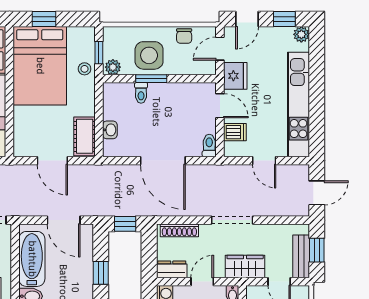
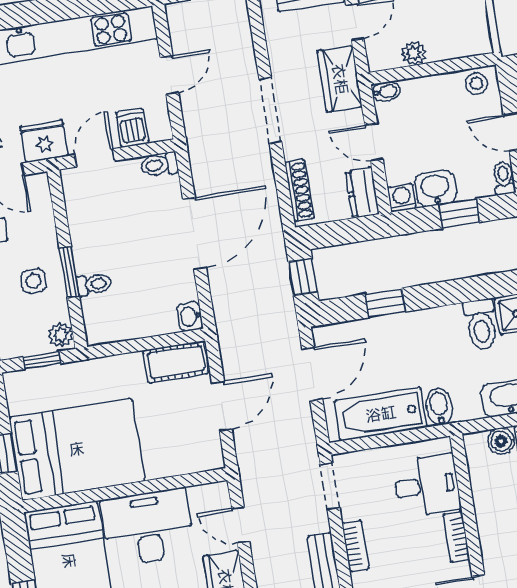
side table: (149, 55) -> (34, 281), width x0.54, depth x0.54
stool: (85, 69) -> (71, 379), removed
washbasin: (110, 130) -> (190, 316), moved, turned -90

